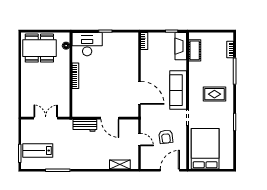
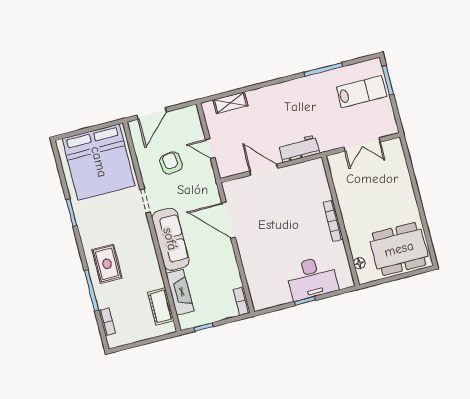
desk: (87, 44) -> (312, 278), moved
fireplace: (181, 46) -> (180, 292), moved
rug: (214, 94) -> (107, 264), moved, turned 90
bed: (205, 149) -> (99, 162), width x1.36

